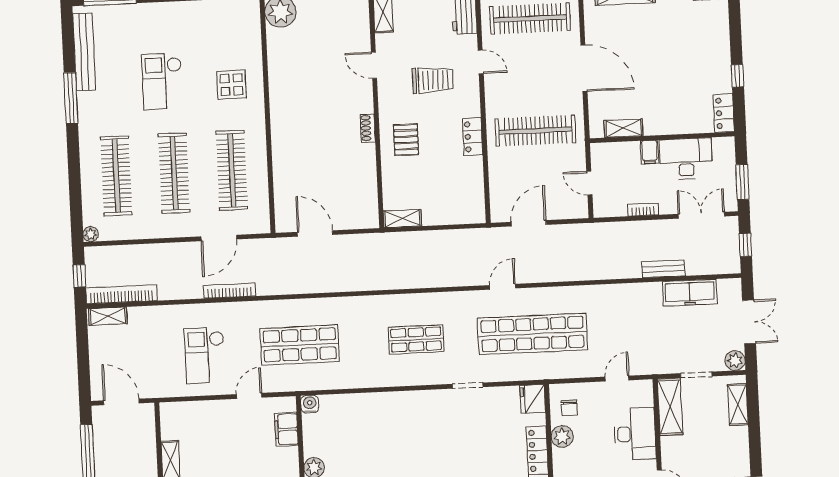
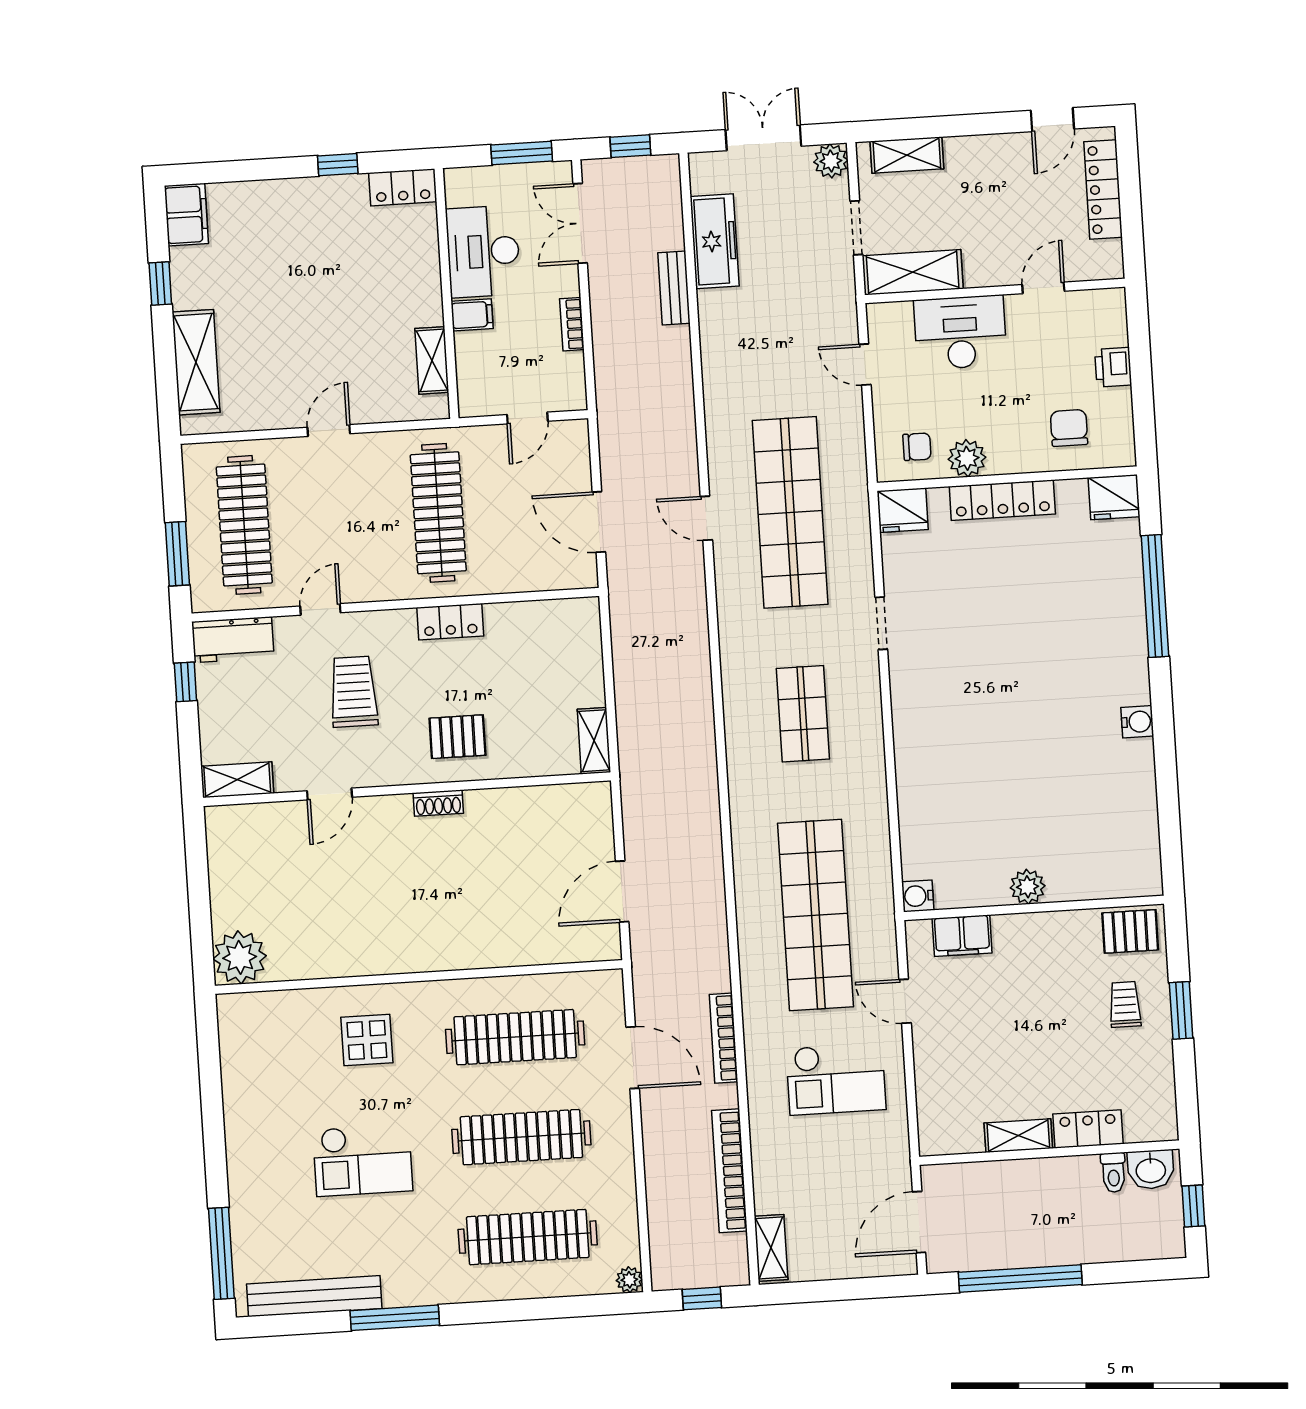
door: (584, 68) -> (329, 430), width x0.53
door: (503, 287) -> (706, 518), moved
bookcase: (121, 294) -> (729, 1171), moved
shop shelf: (300, 345) -> (816, 915), width x1.40

